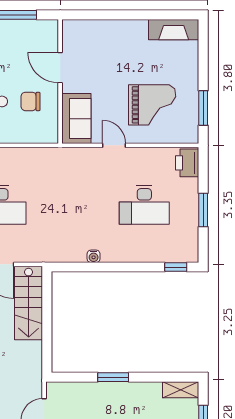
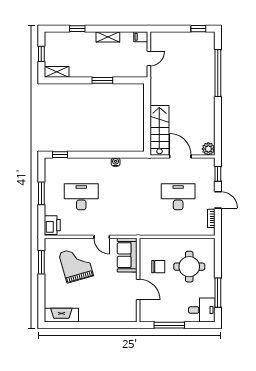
grand piano: (152, 105) -> (76, 264), turned 74

